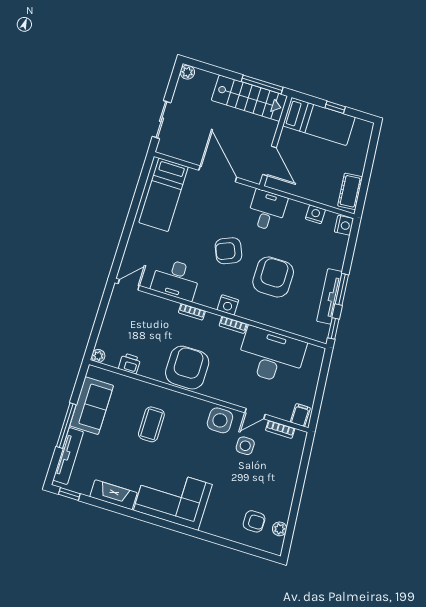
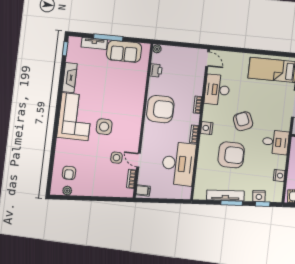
nightstand: (344, 225) -> (259, 196), moved
window: (333, 328) -> (263, 204), moved
side table: (220, 420) -> (104, 127), moved
coffee table: (151, 424) -> (119, 93), removed
tv unit: (68, 456) -> (94, 43), width x0.71

